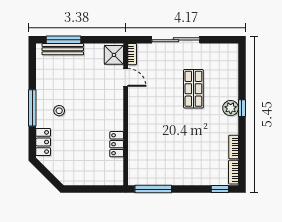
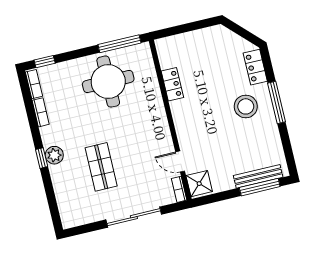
stool: (59, 111) -> (246, 106), width x1.89, depth x1.89
round table: (170, 159) -> (108, 82), added

